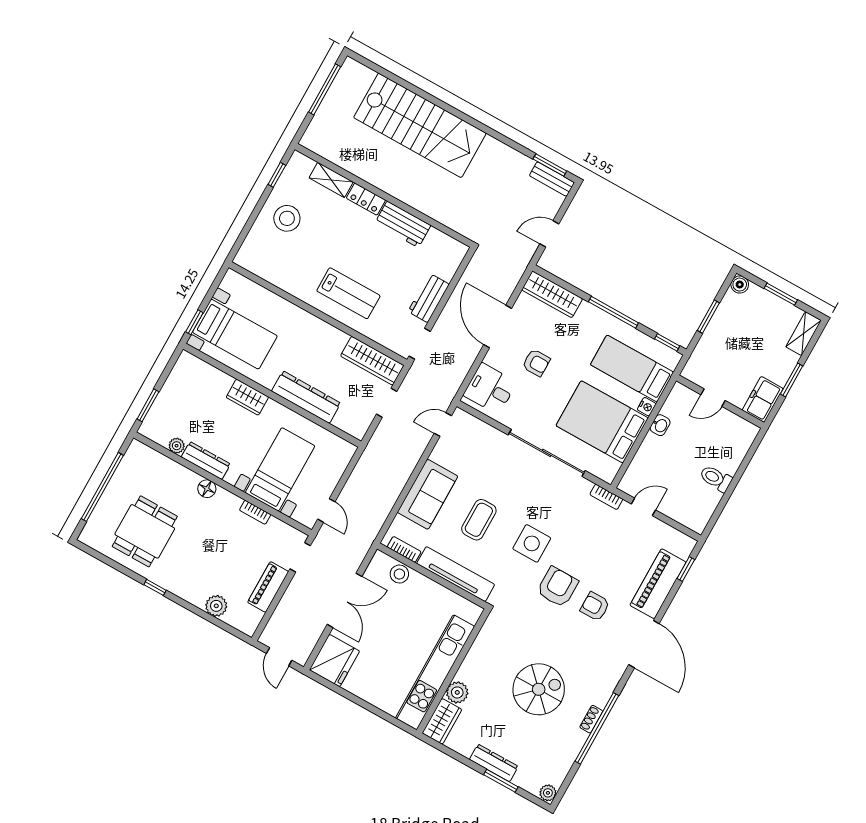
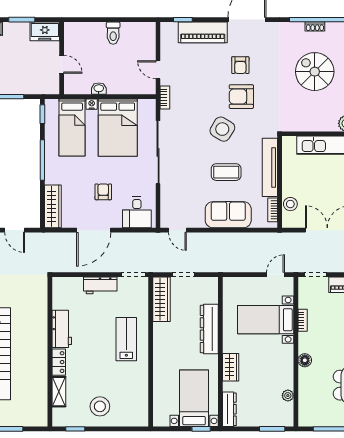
dresser: (206, 461) -> (229, 409), moved, turned 180
side table: (532, 543) -> (222, 129), turned 31

